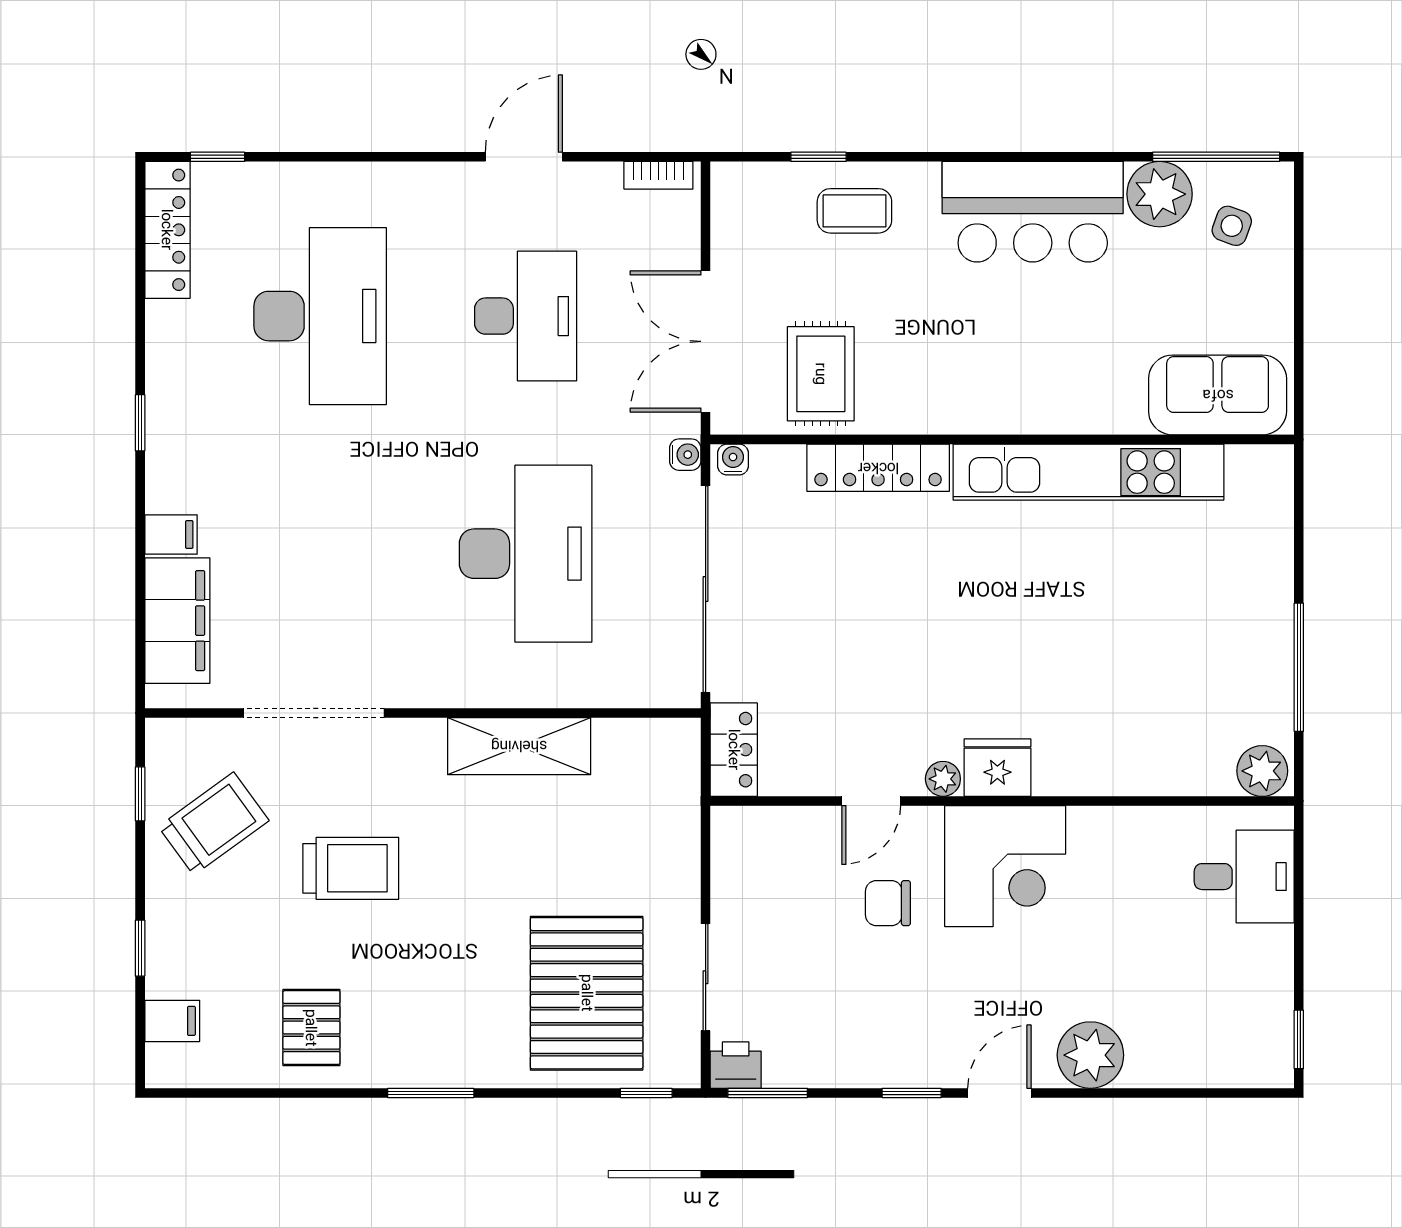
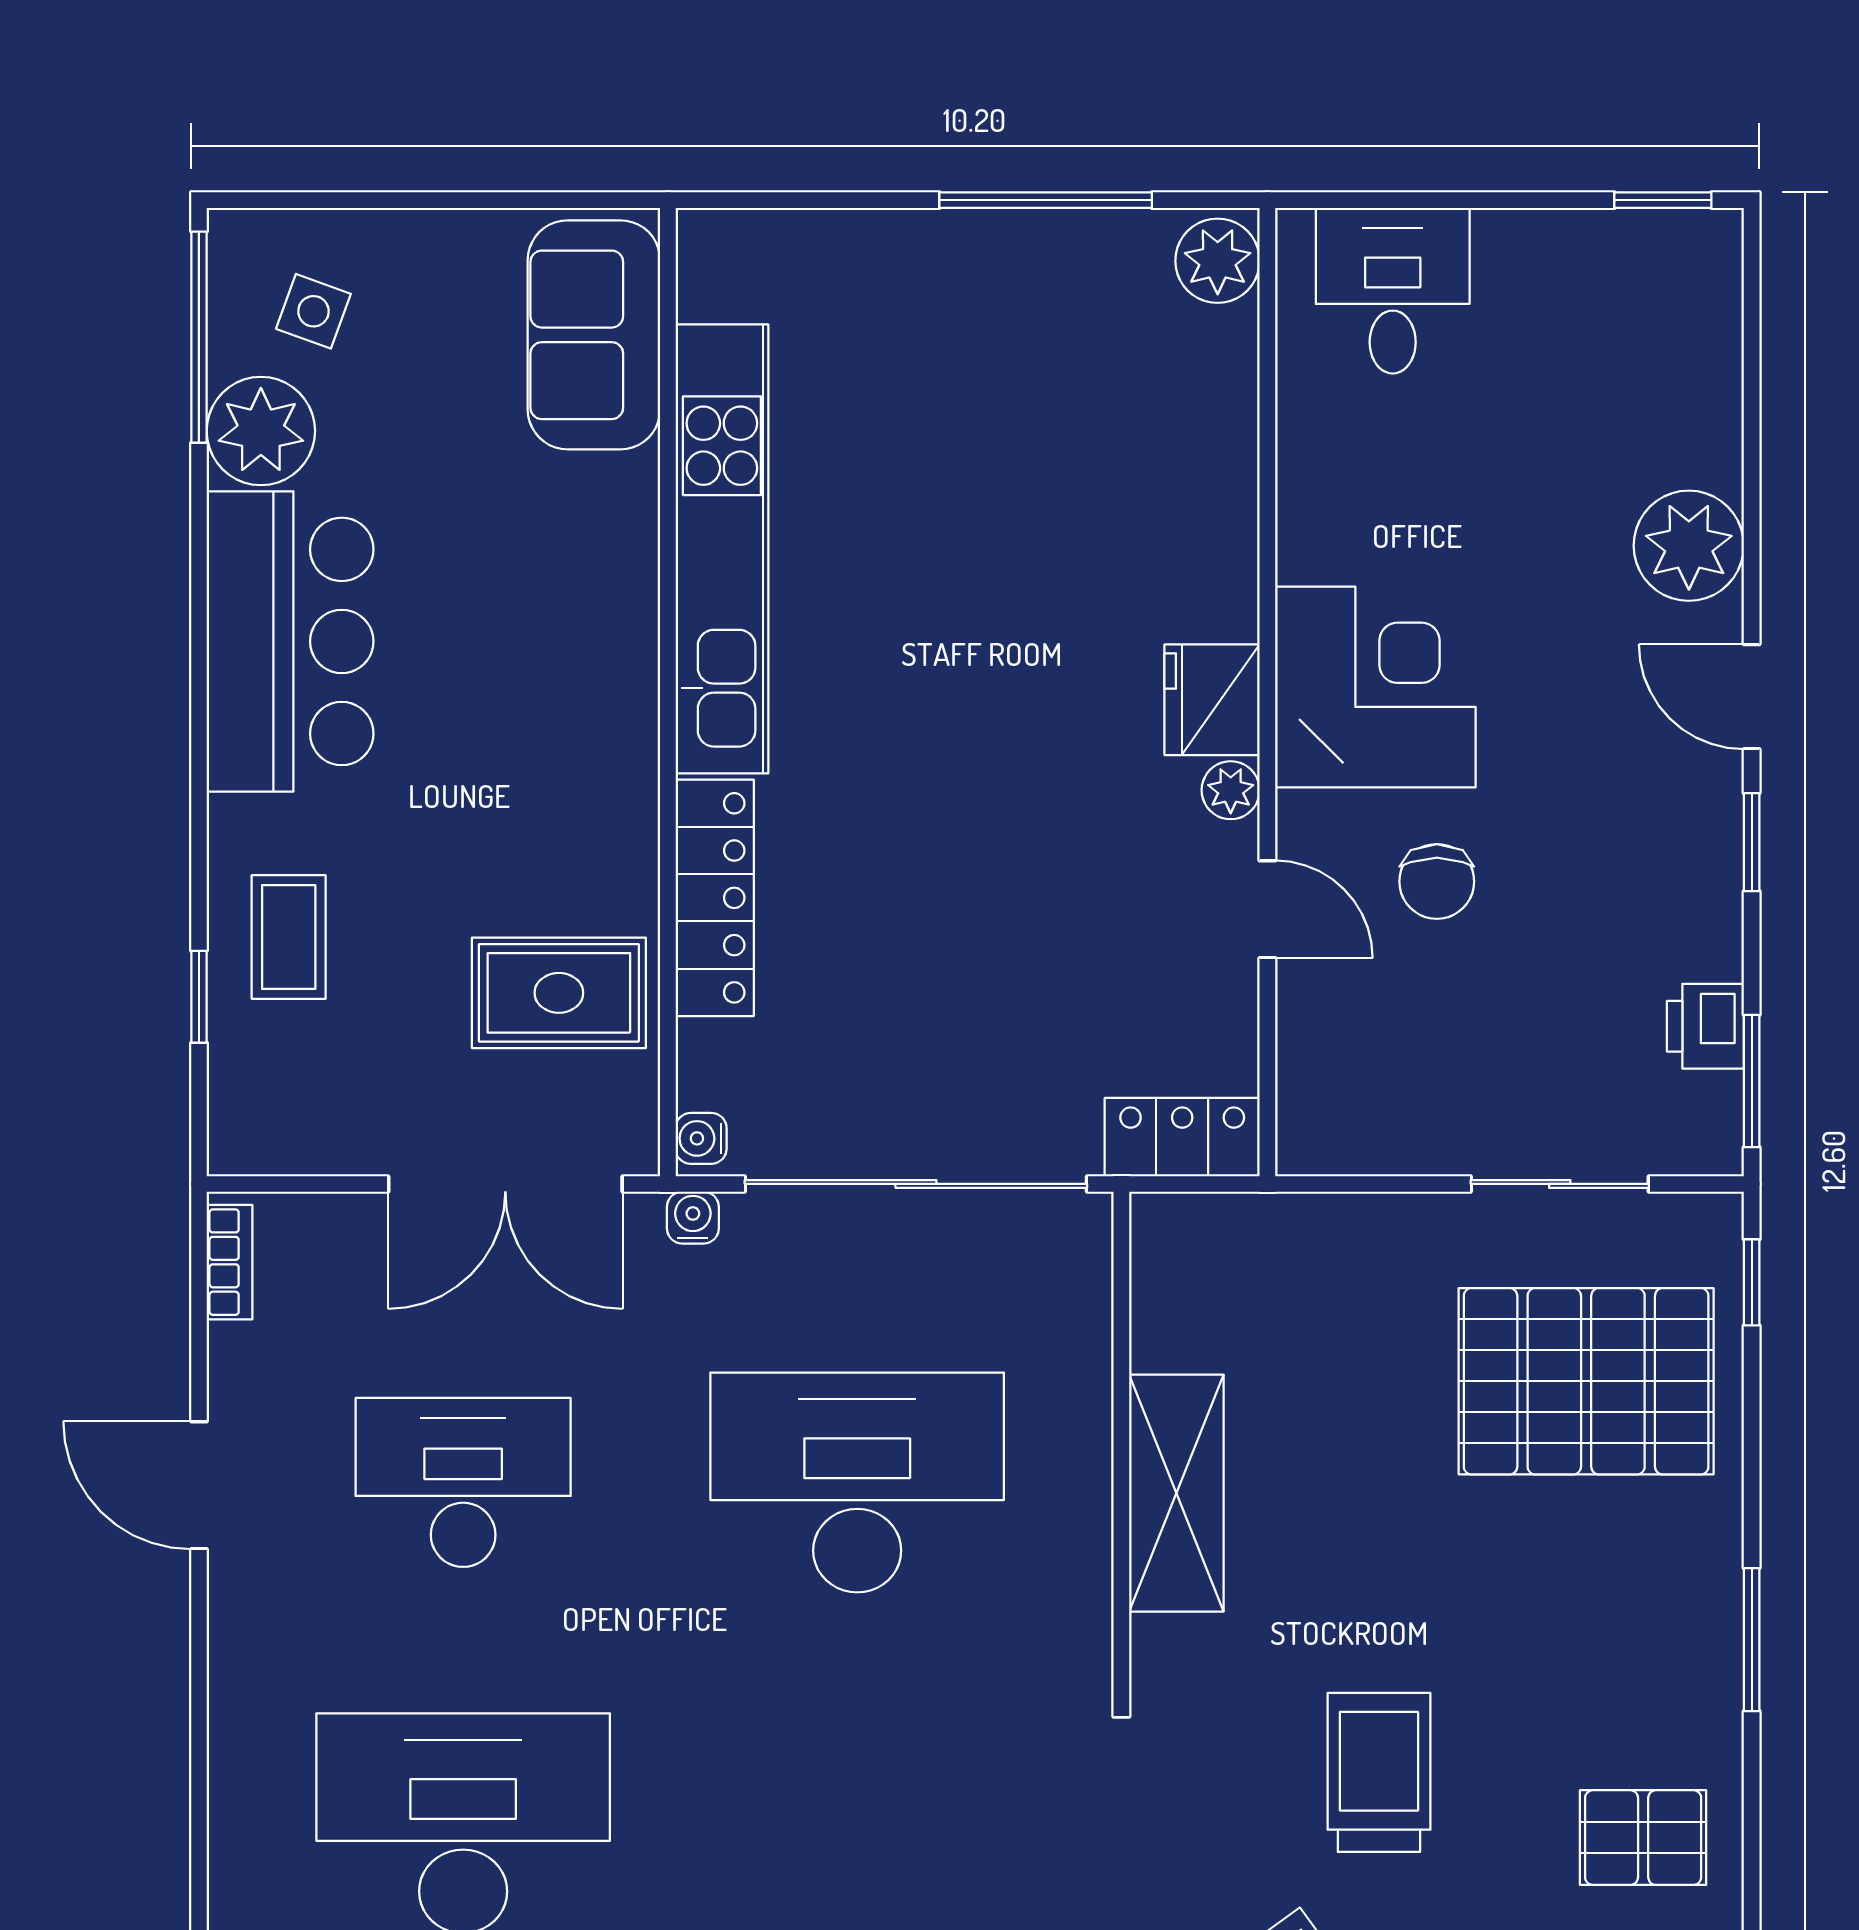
printer: (736, 1065) -> (1705, 1026), moved

